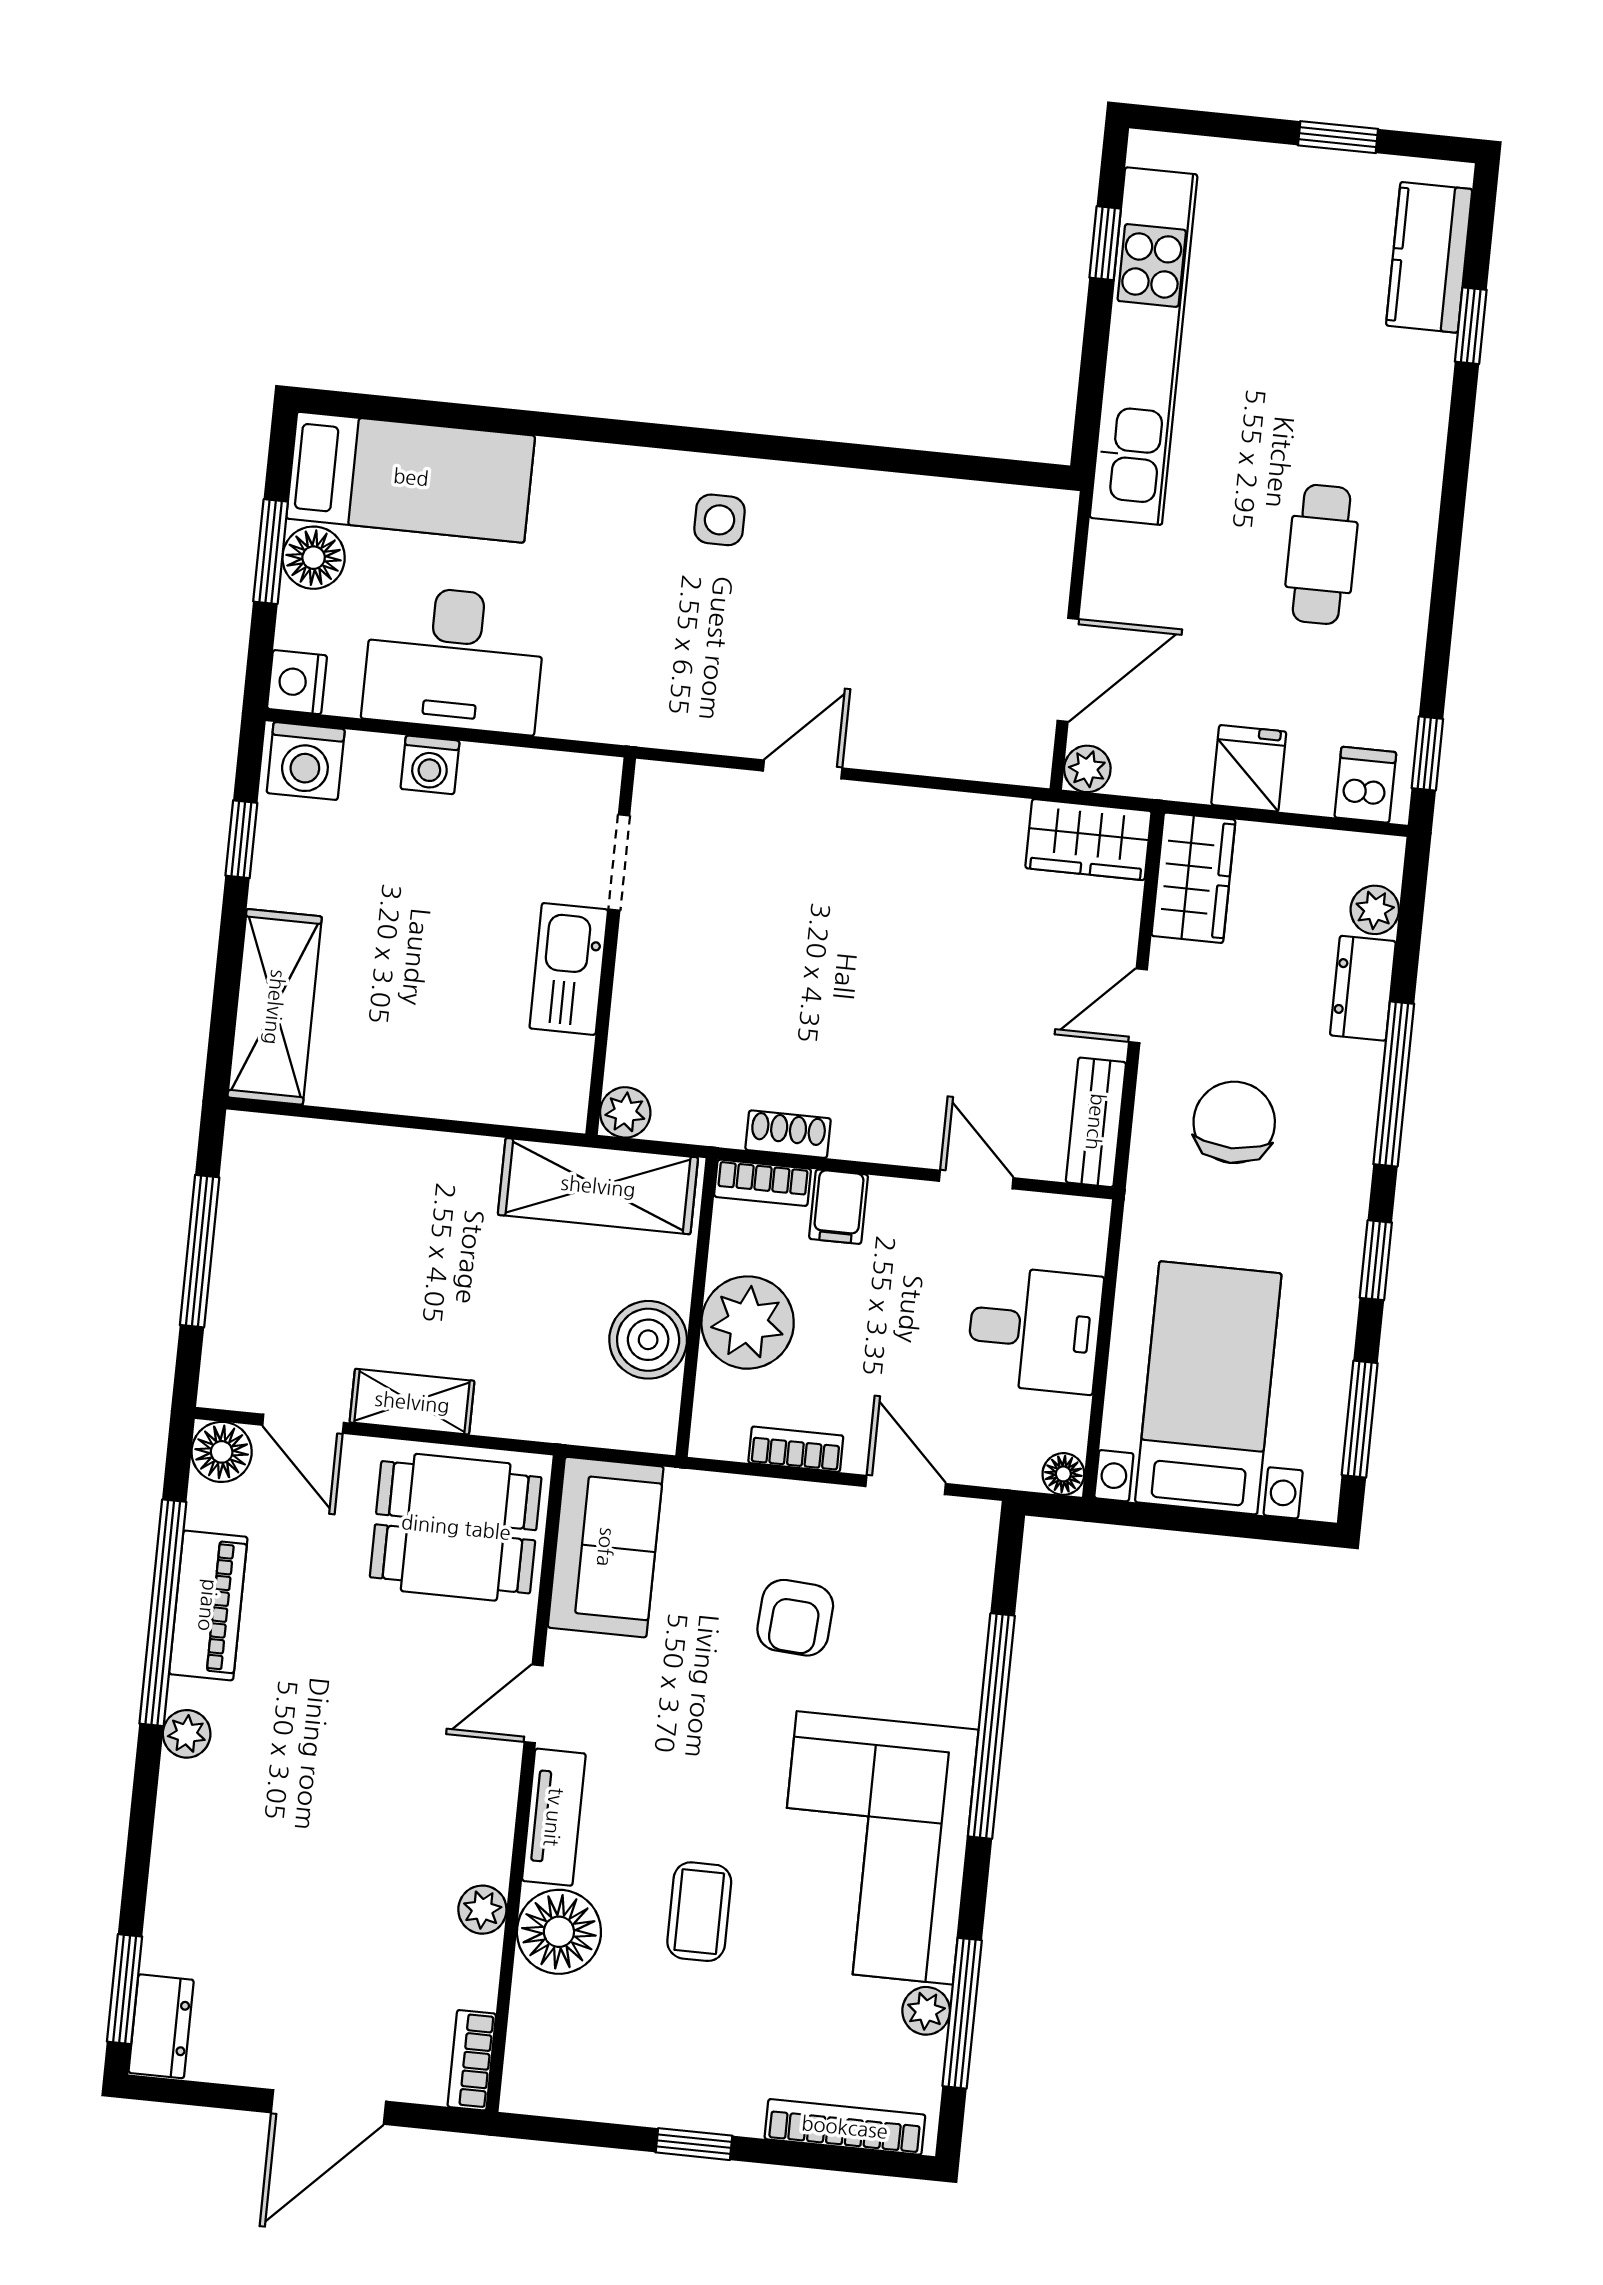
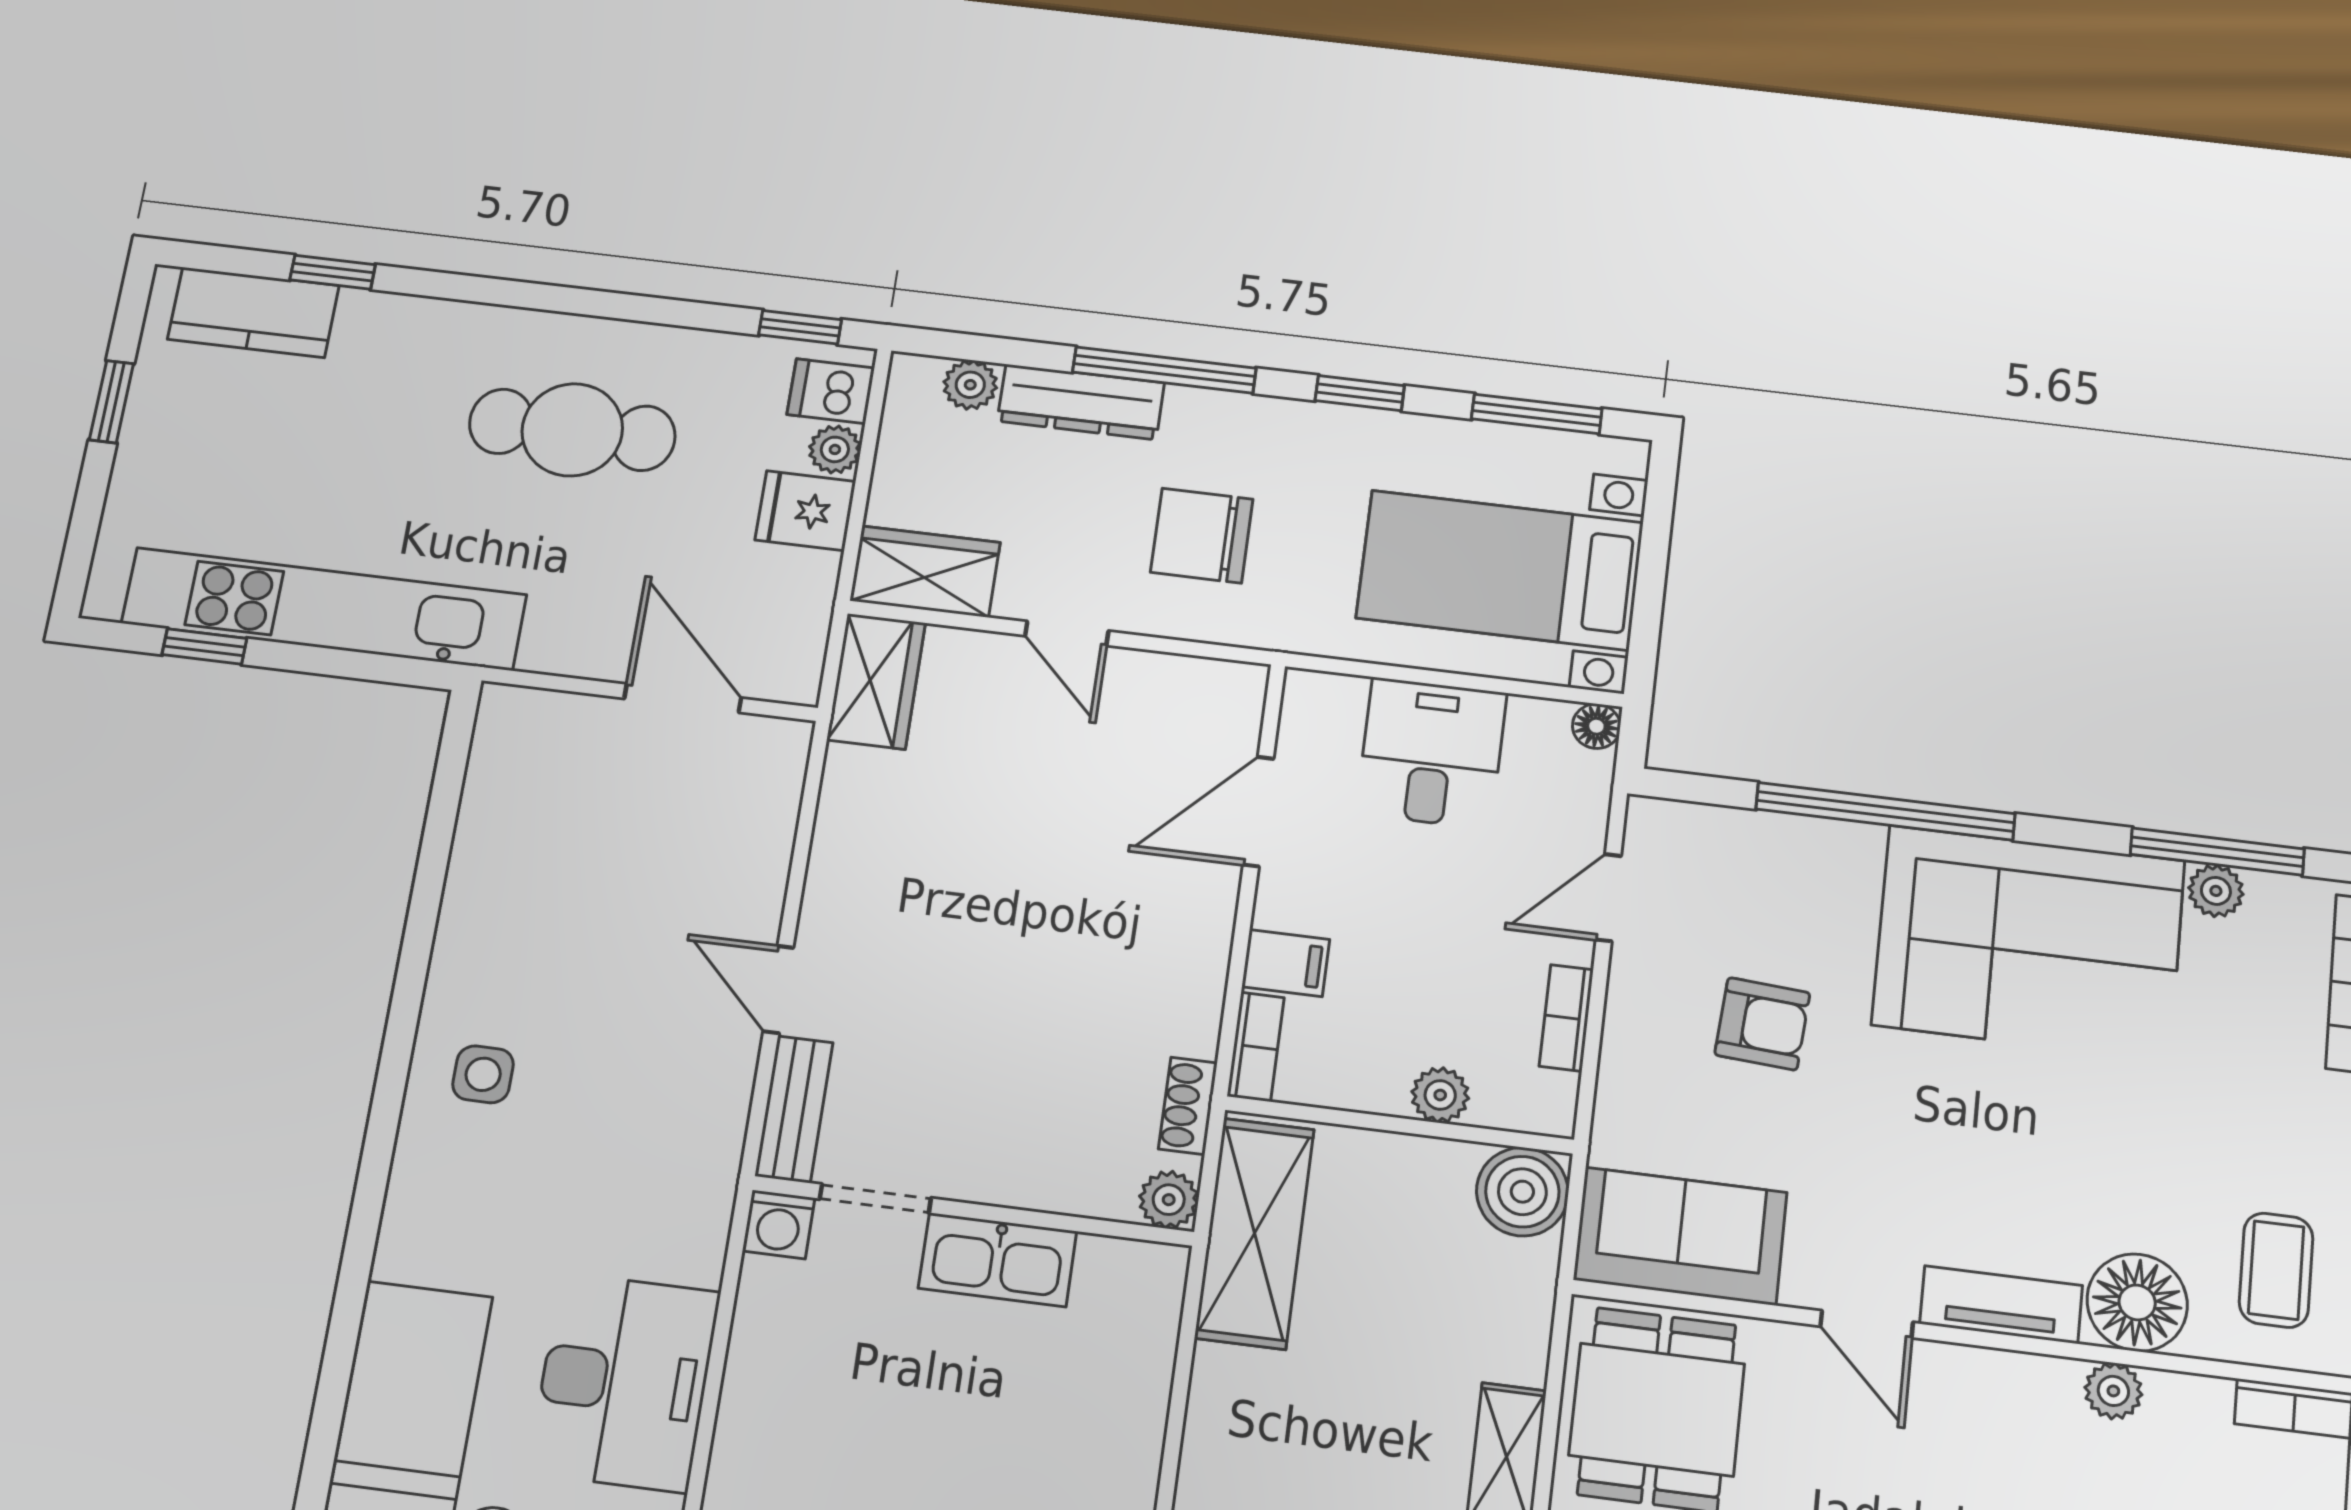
cafe table: (1321, 554) -> (572, 430), width x1.37, depth x1.35
washing machine: (430, 765) -> (779, 1225), moved, turned 90
plant: (1087, 769) -> (835, 449), moved
dresser: (1363, 988) -> (1081, 402), width x1.44
bench: (1096, 1122) -> (794, 1109), moved, turned 90
shoe rack: (788, 1134) -> (1188, 1106), moved
door: (976, 1179) -> (1258, 812), width x1.38
plant: (748, 1323) -> (1440, 1095), width x0.53, depth x0.53
boiler: (648, 1340) -> (1522, 1192), moved
coffee table: (699, 1912) -> (2276, 1270), moved, turned 90

